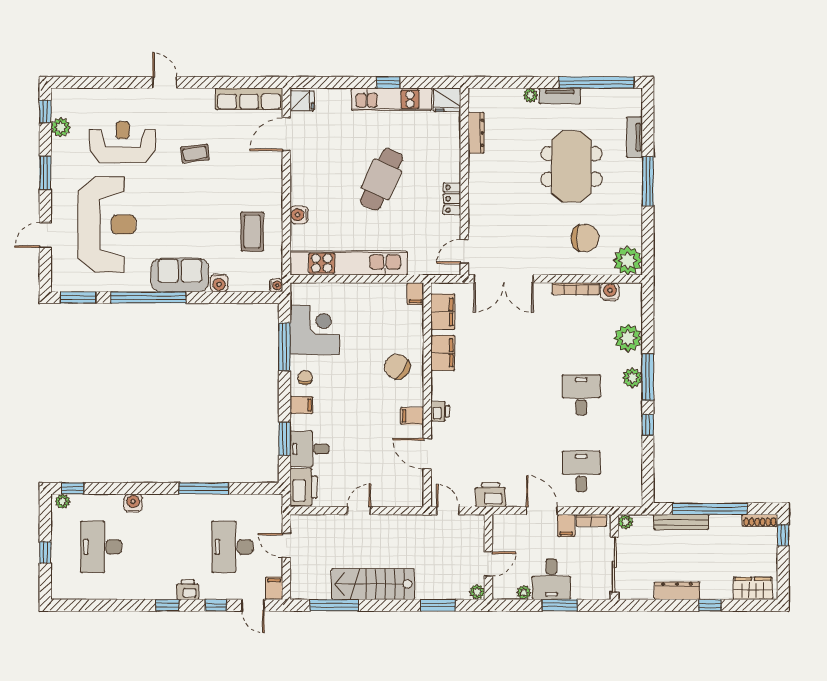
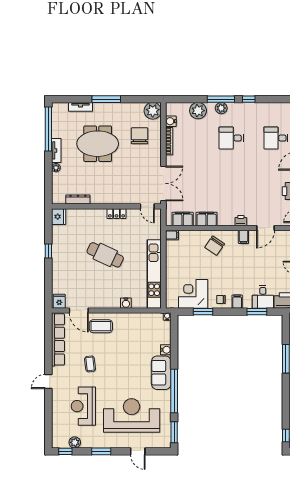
row of seats: (249, 99) -> (58, 339), width x1.36
kitchen unit: (392, 99) -> (58, 249), removed
coffee table: (252, 232) -> (101, 326), moved
window: (284, 347) -> (203, 312), width x0.69

